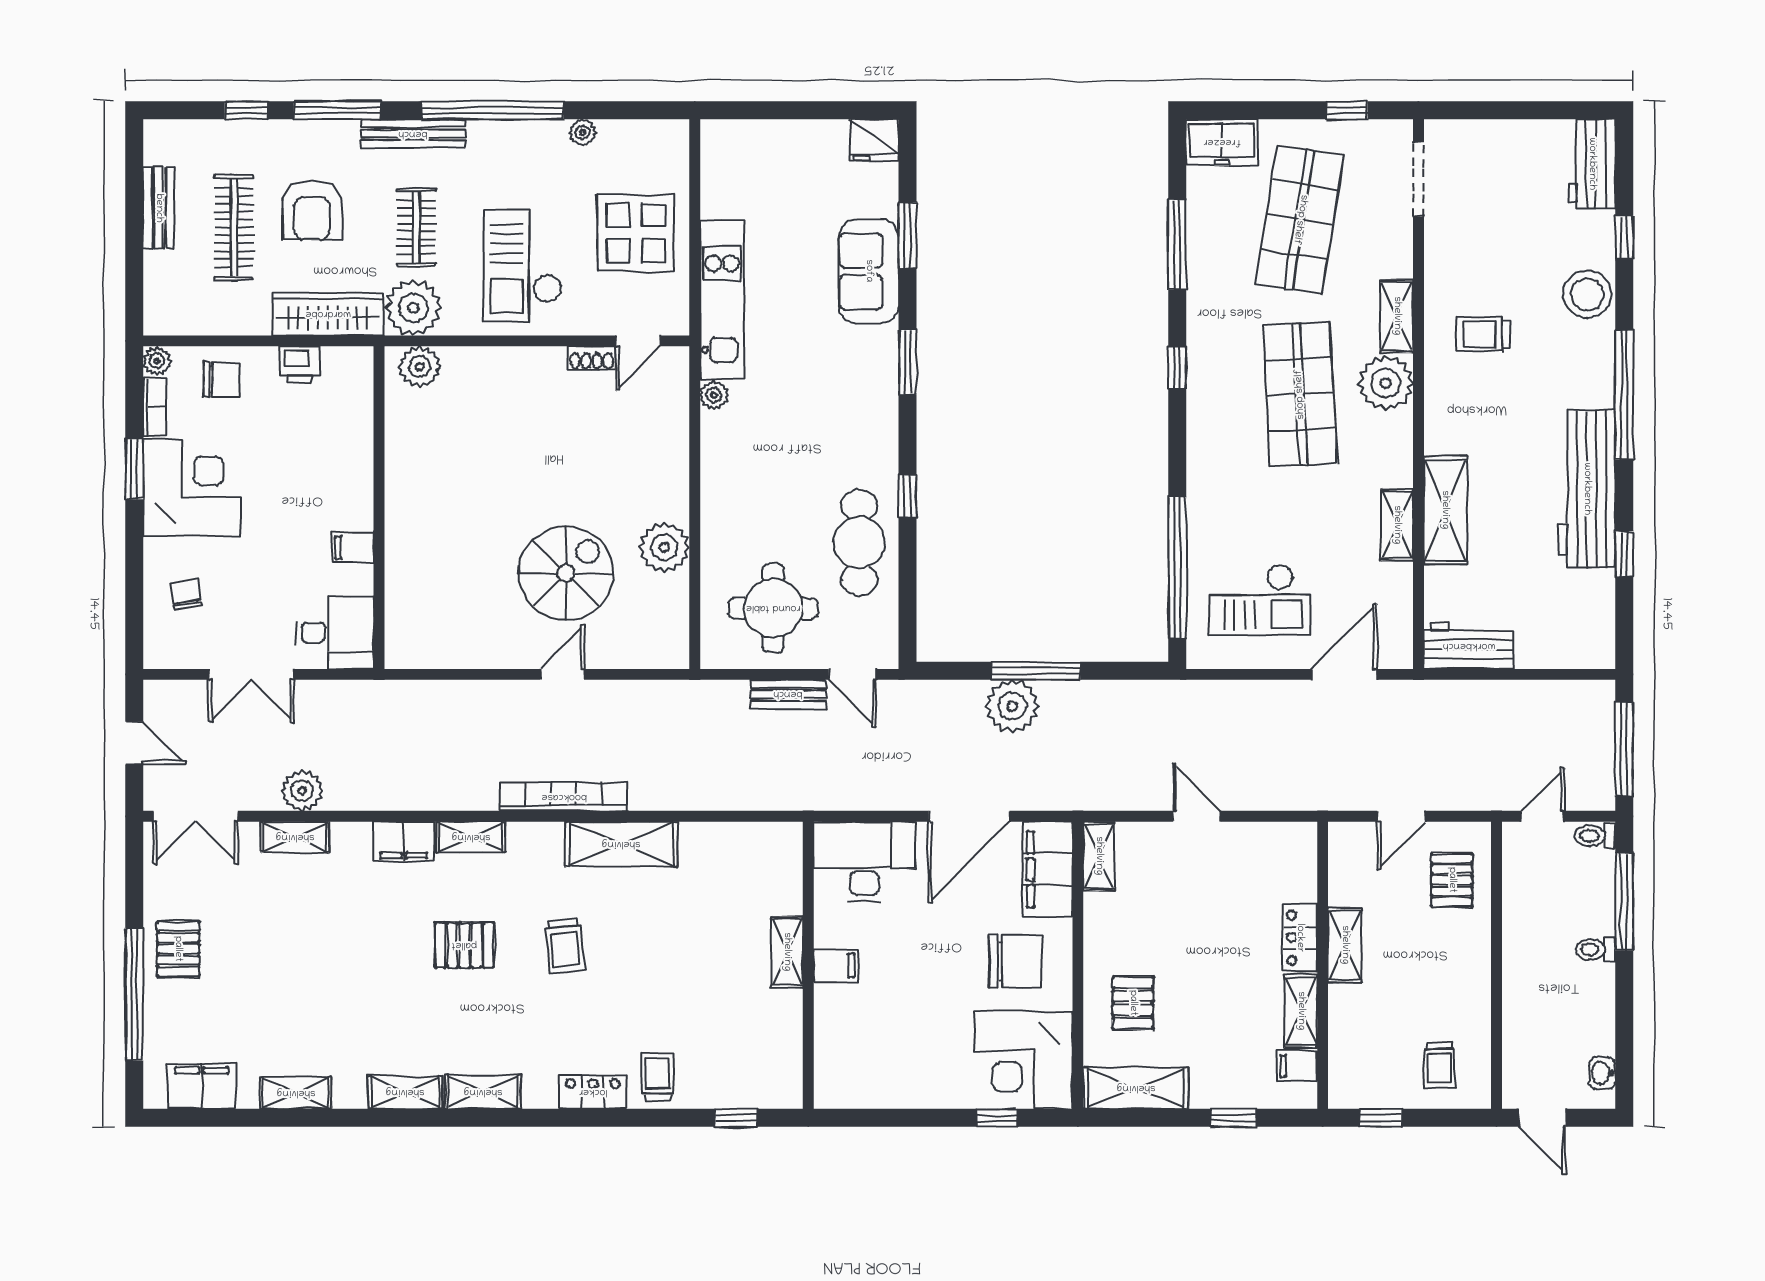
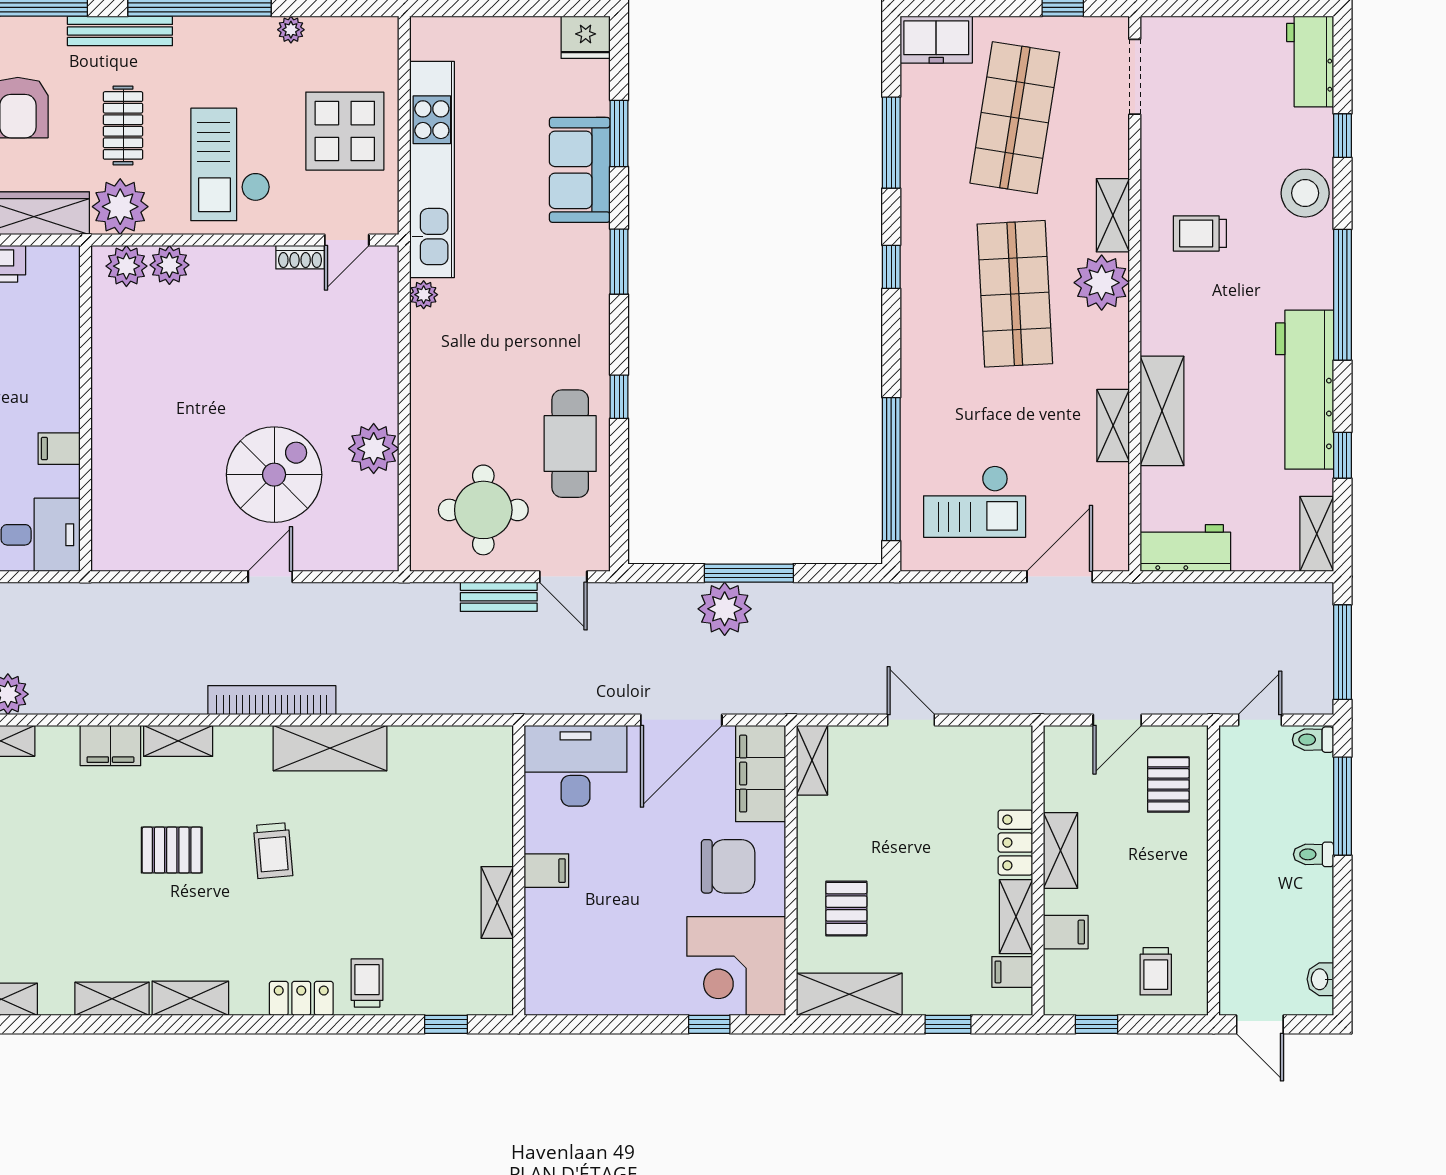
kitchen unit: (722, 300) -> (432, 170), width x1.36
plant: (462, 366) -> (169, 265), added
shelving: (1599, 632) -> (1317, 534), added
shelving: (787, 952) -> (497, 902), moved
filing cabinet: (1350, 1026) -> (1066, 932), added

